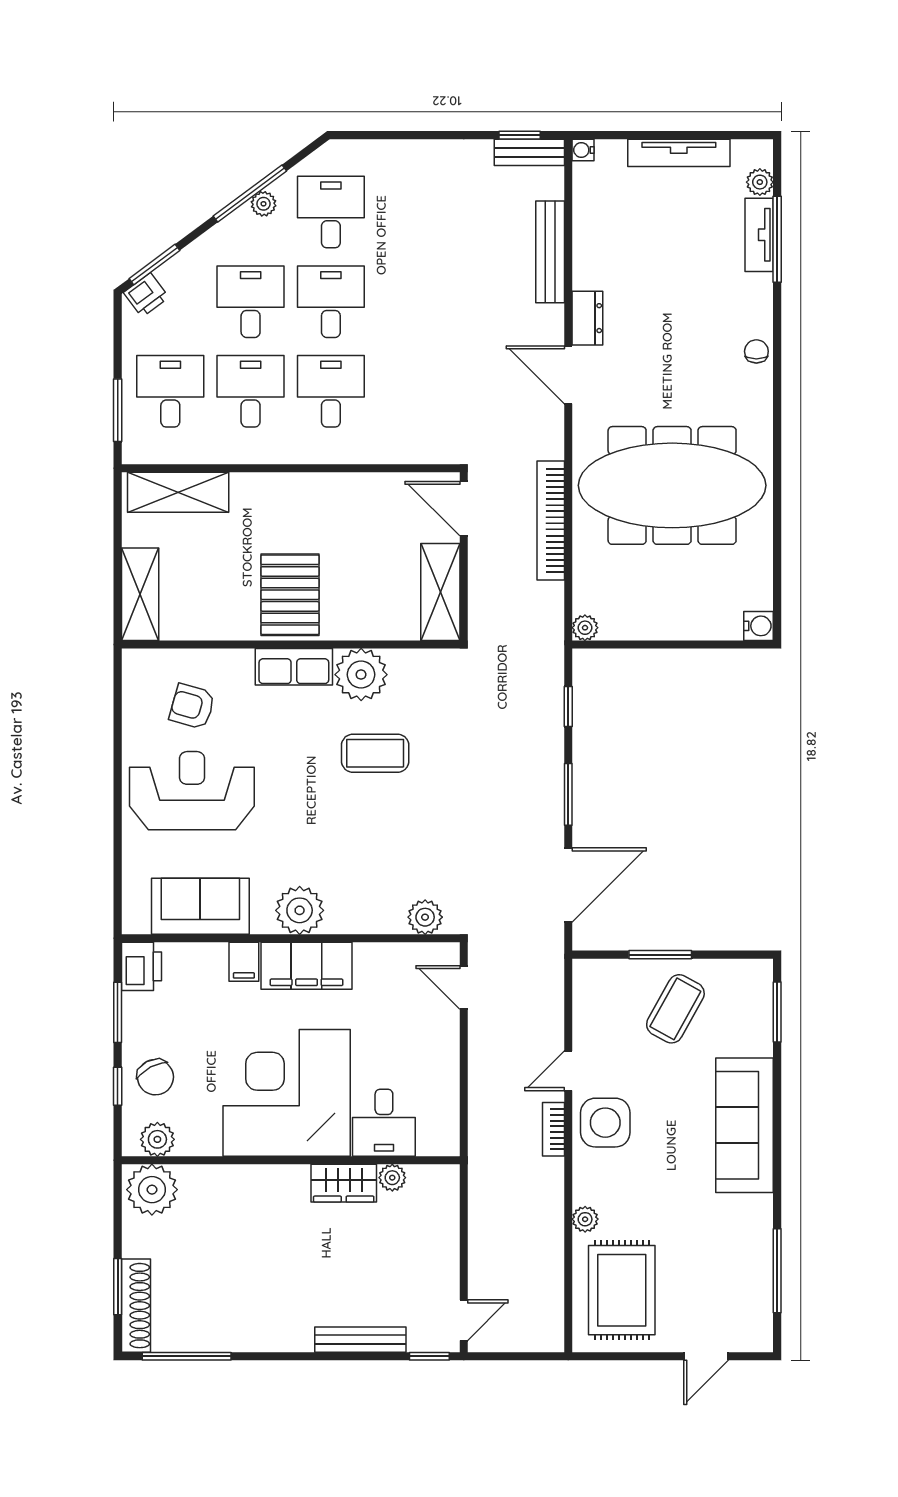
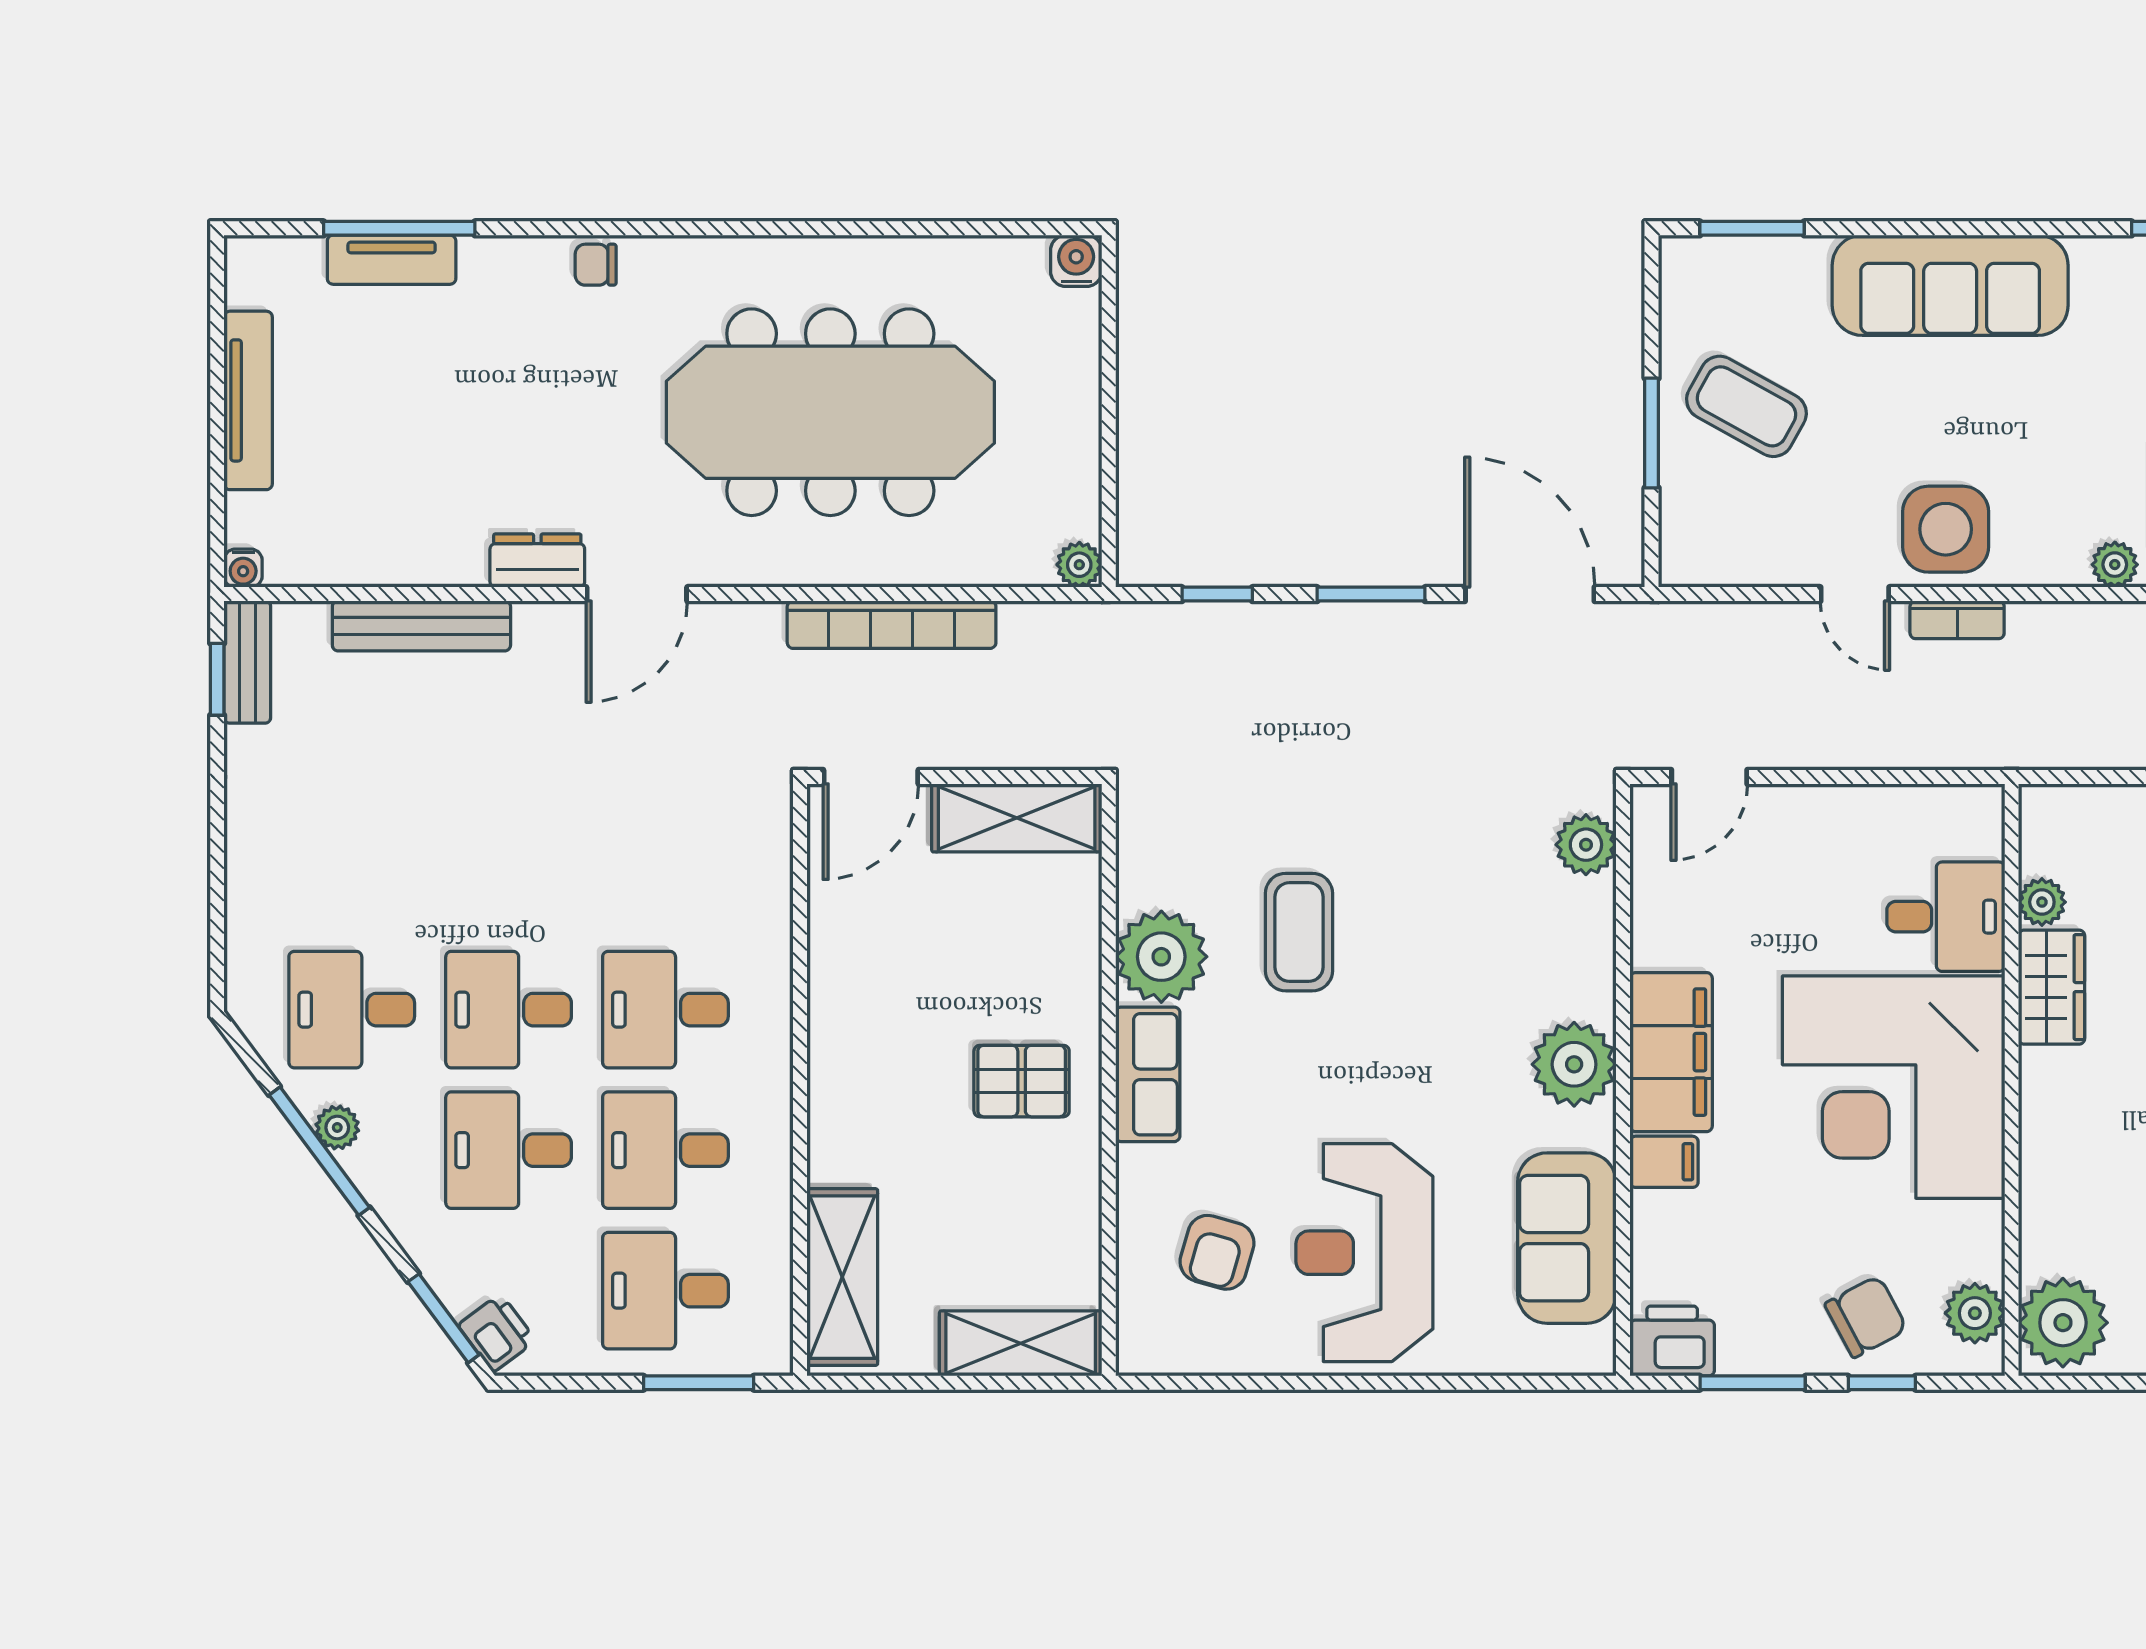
plant: (760, 182) -> (299, 259), removed
meeting table: (672, 485) -> (830, 412), turned 90
pallet: (290, 595) -> (1022, 1081), width x0.67, depth x0.71

